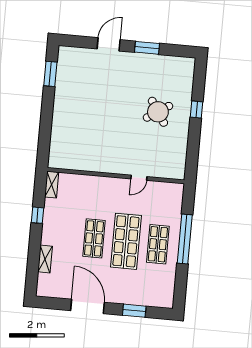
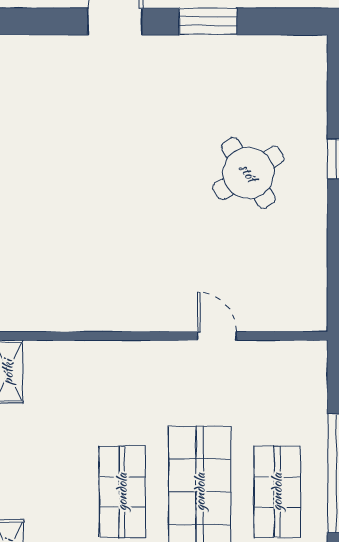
door: (139, 178) -> (217, 336), swing flipped

